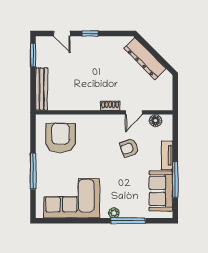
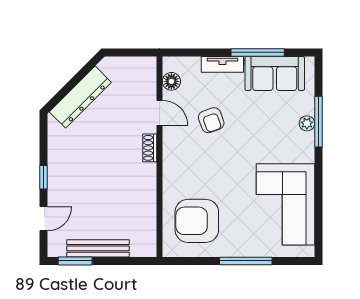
bench: (42, 89) -> (98, 248), moved
plant: (114, 213) -> (307, 123), moved

